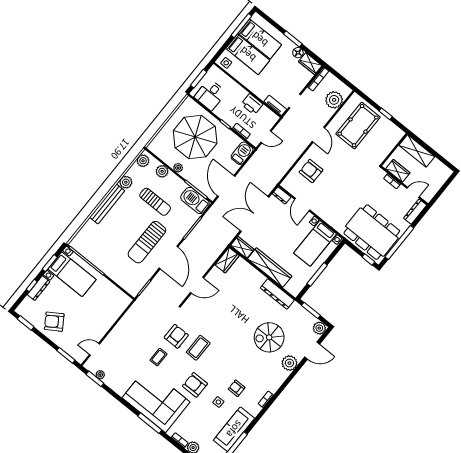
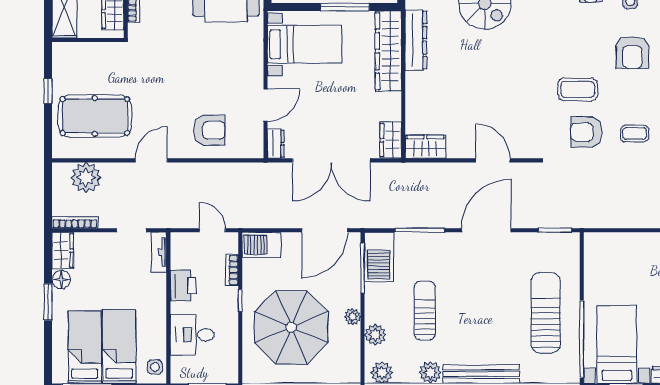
desk: (210, 95) -> (192, 335), moved, turned 180
armchair: (311, 171) -> (209, 130), turned -90
sun lounger: (147, 242) -> (546, 313), moved, turned -90
wardrobe: (270, 268) -> (388, 51), moved

